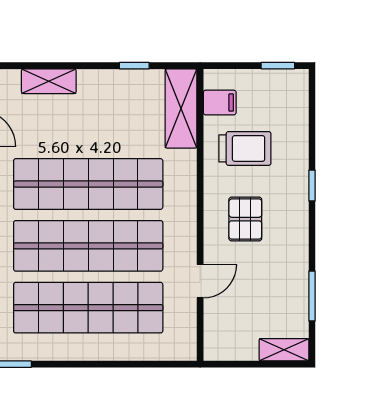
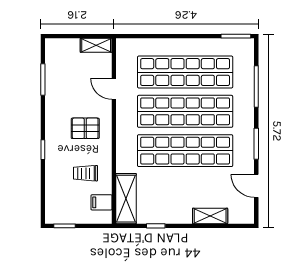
trolley: (245, 148) -> (85, 173), width x0.73, depth x0.72
pallet: (245, 219) -> (85, 128), turned 90
door: (200, 281) -> (114, 89), hinge flipped
shelving: (284, 350) -> (96, 45), moved

